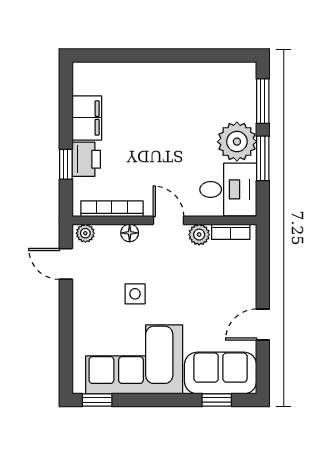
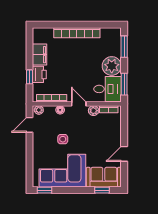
bookcase: (164, 72) -> (77, 33), added
window: (263, 158) -> (124, 84), moved
door: (66, 264) -> (30, 125), hinge flipped

